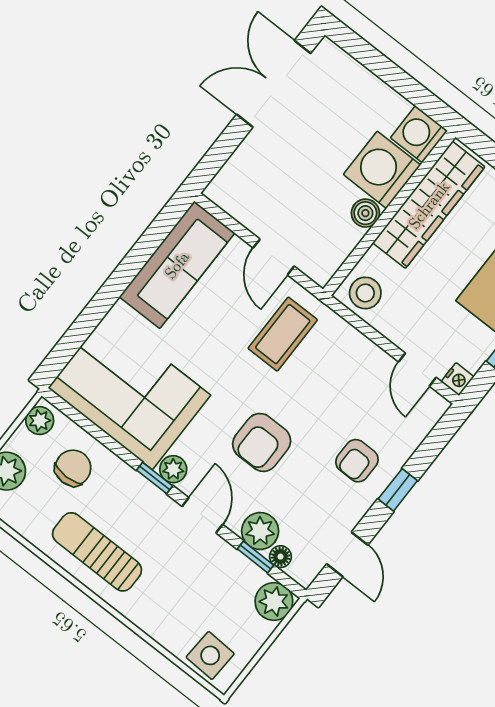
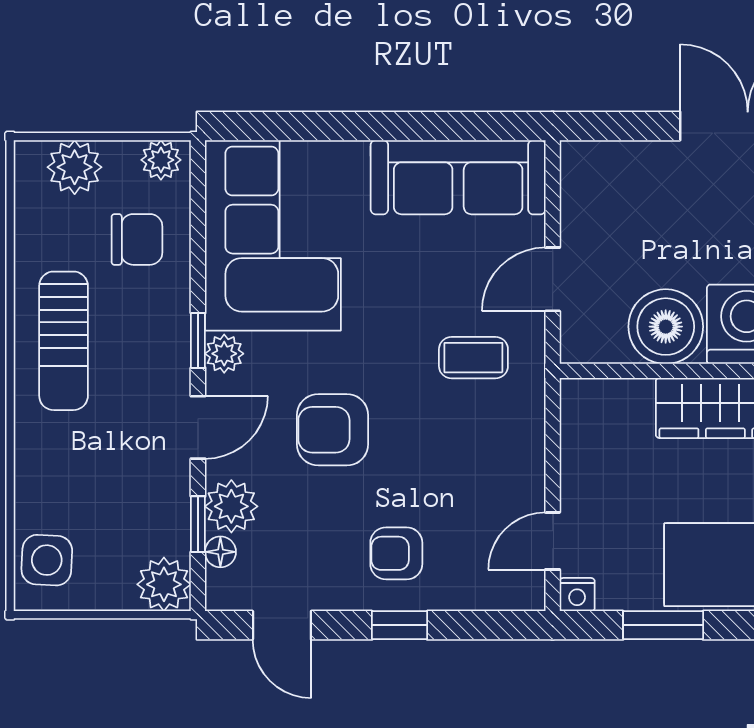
boiler: (365, 213) -> (666, 327), width x1.86, depth x1.86
stool: (365, 293) -> (593, 414), removed
coffee table: (283, 334) -> (473, 358), width x0.73, depth x0.77
sun lounger: (97, 552) -> (64, 341), turned 180
door: (347, 554) -> (282, 625), hinge flipped

